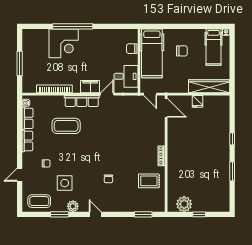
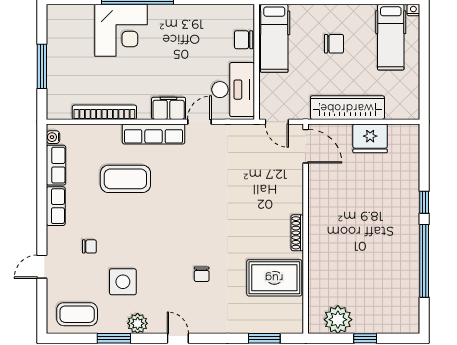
hospital bed: (152, 53) -> (274, 38), width x0.73, depth x0.78
desk: (126, 76) -> (233, 90), width x1.37
wardrobe: (209, 86) -> (347, 108), moved
fridge: (198, 101) -> (370, 138), width x1.88, depth x1.34
window: (232, 171) -> (424, 261), width x2.11
rug: (149, 181) -> (274, 278), width x1.36, depth x1.43

